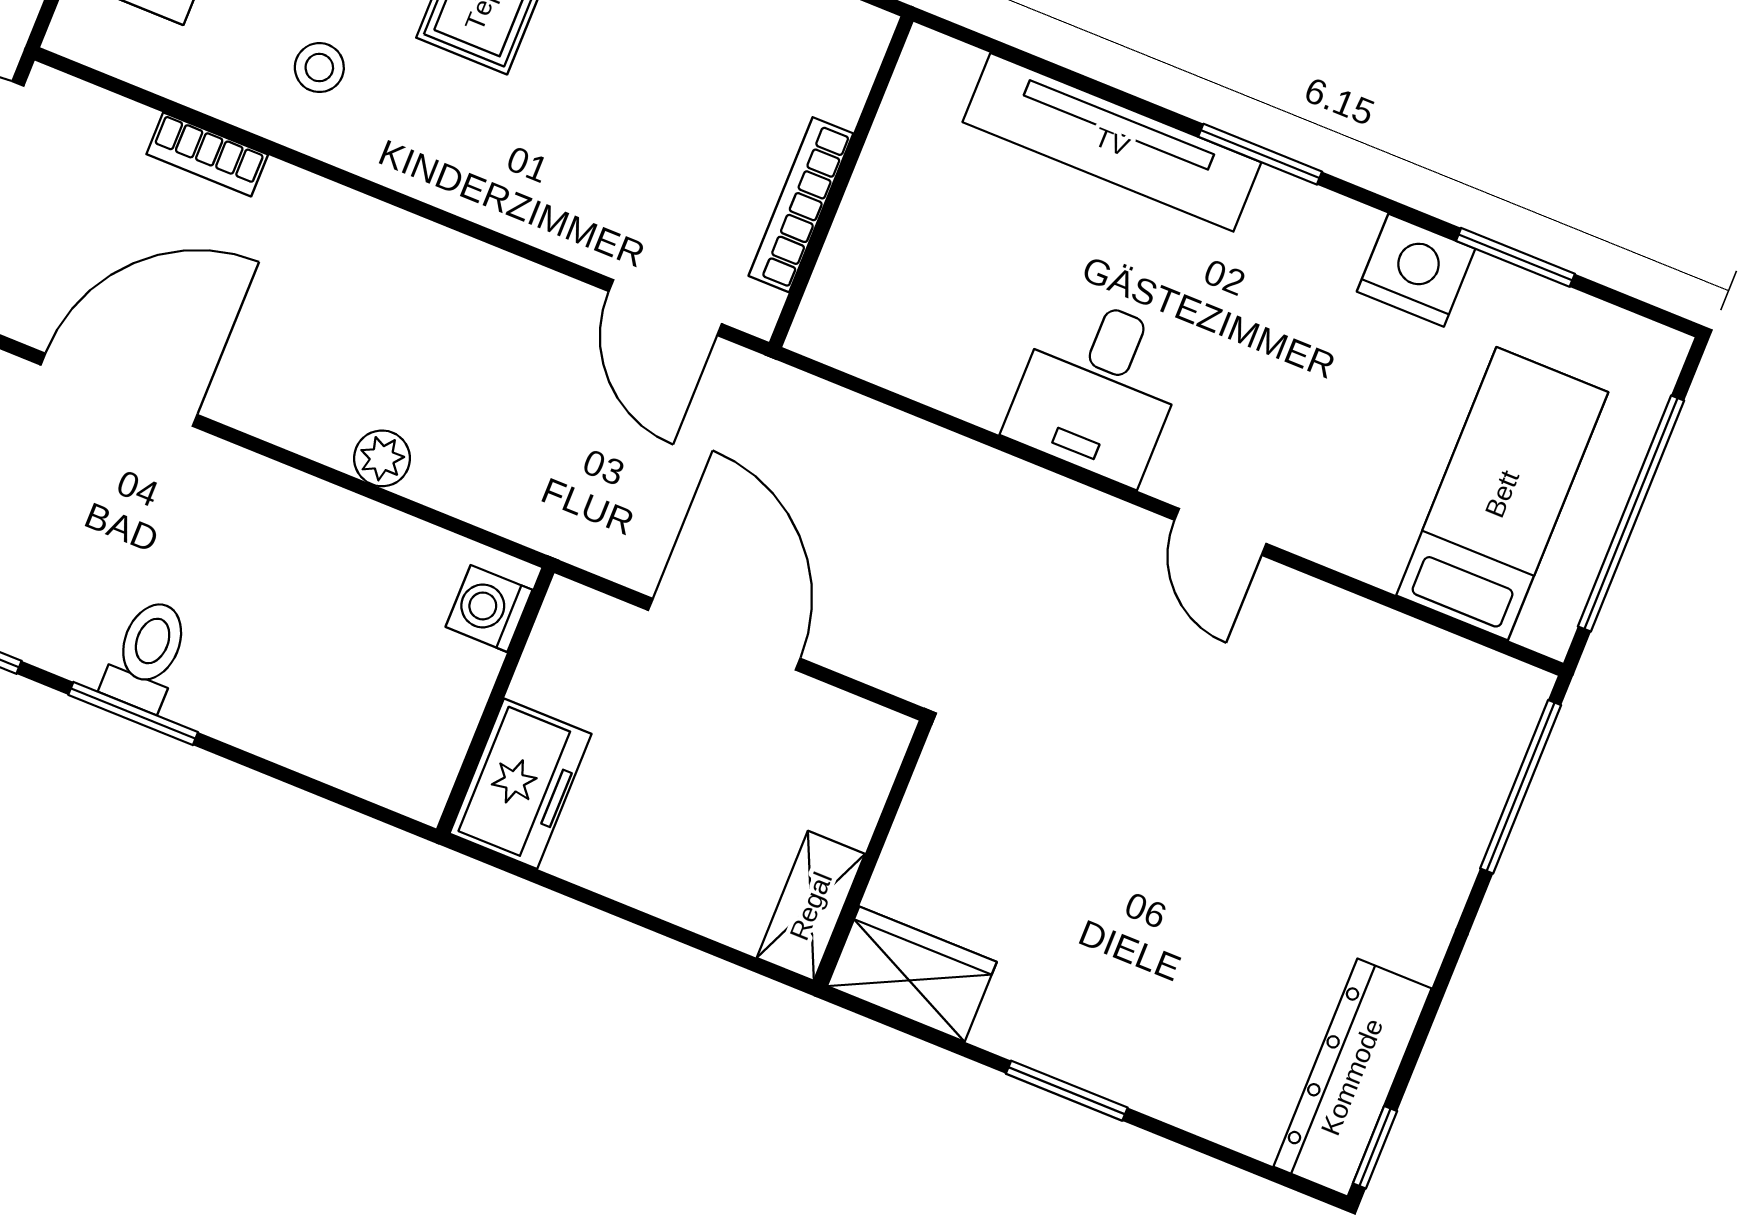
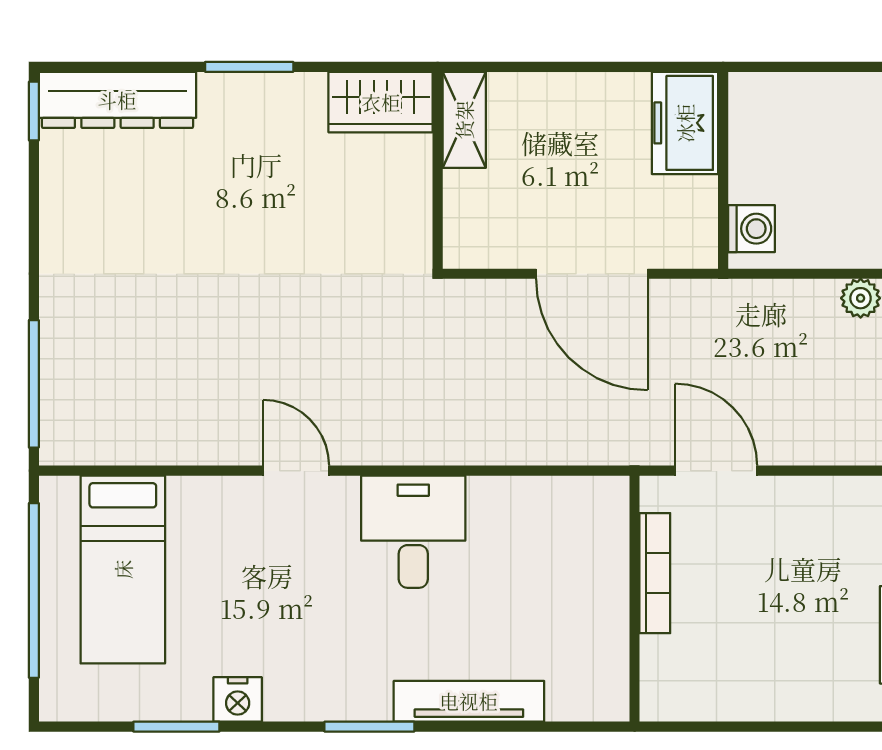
tv unit: (1112, 142) -> (469, 701), width x0.73, depth x0.78
nightstand: (1416, 270) -> (238, 699), width x0.74, depth x0.75
dresser: (1352, 1077) -> (117, 100), moved, turned 90

